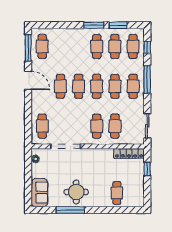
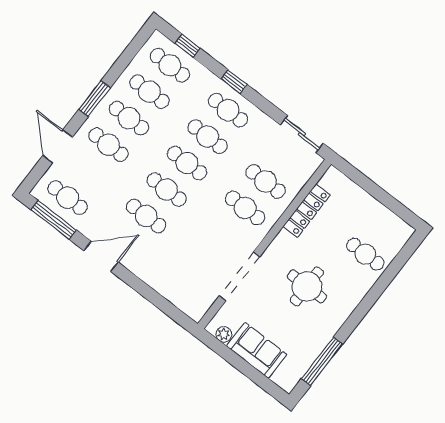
door: (61, 25) -> (58, 146), added
window: (118, 25) -> (122, 63), removed
window: (147, 79) -> (234, 82), width x0.46
cafe table: (42, 126) -> (109, 145), moved
locker: (129, 153) -> (307, 211), moved
window: (147, 169) -> (365, 183), removed
round table: (76, 192) -> (307, 286), moved
sofa: (40, 193) -> (257, 350), moved
window: (70, 210) -> (322, 361), moved

